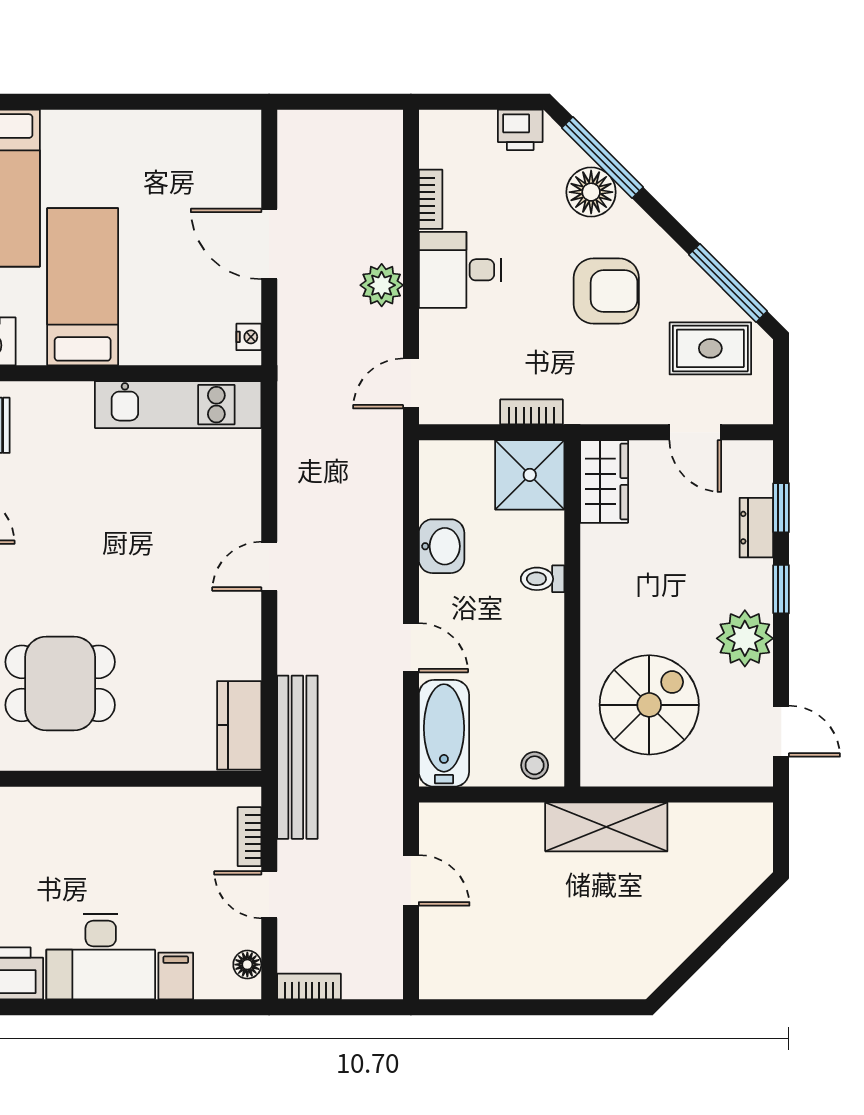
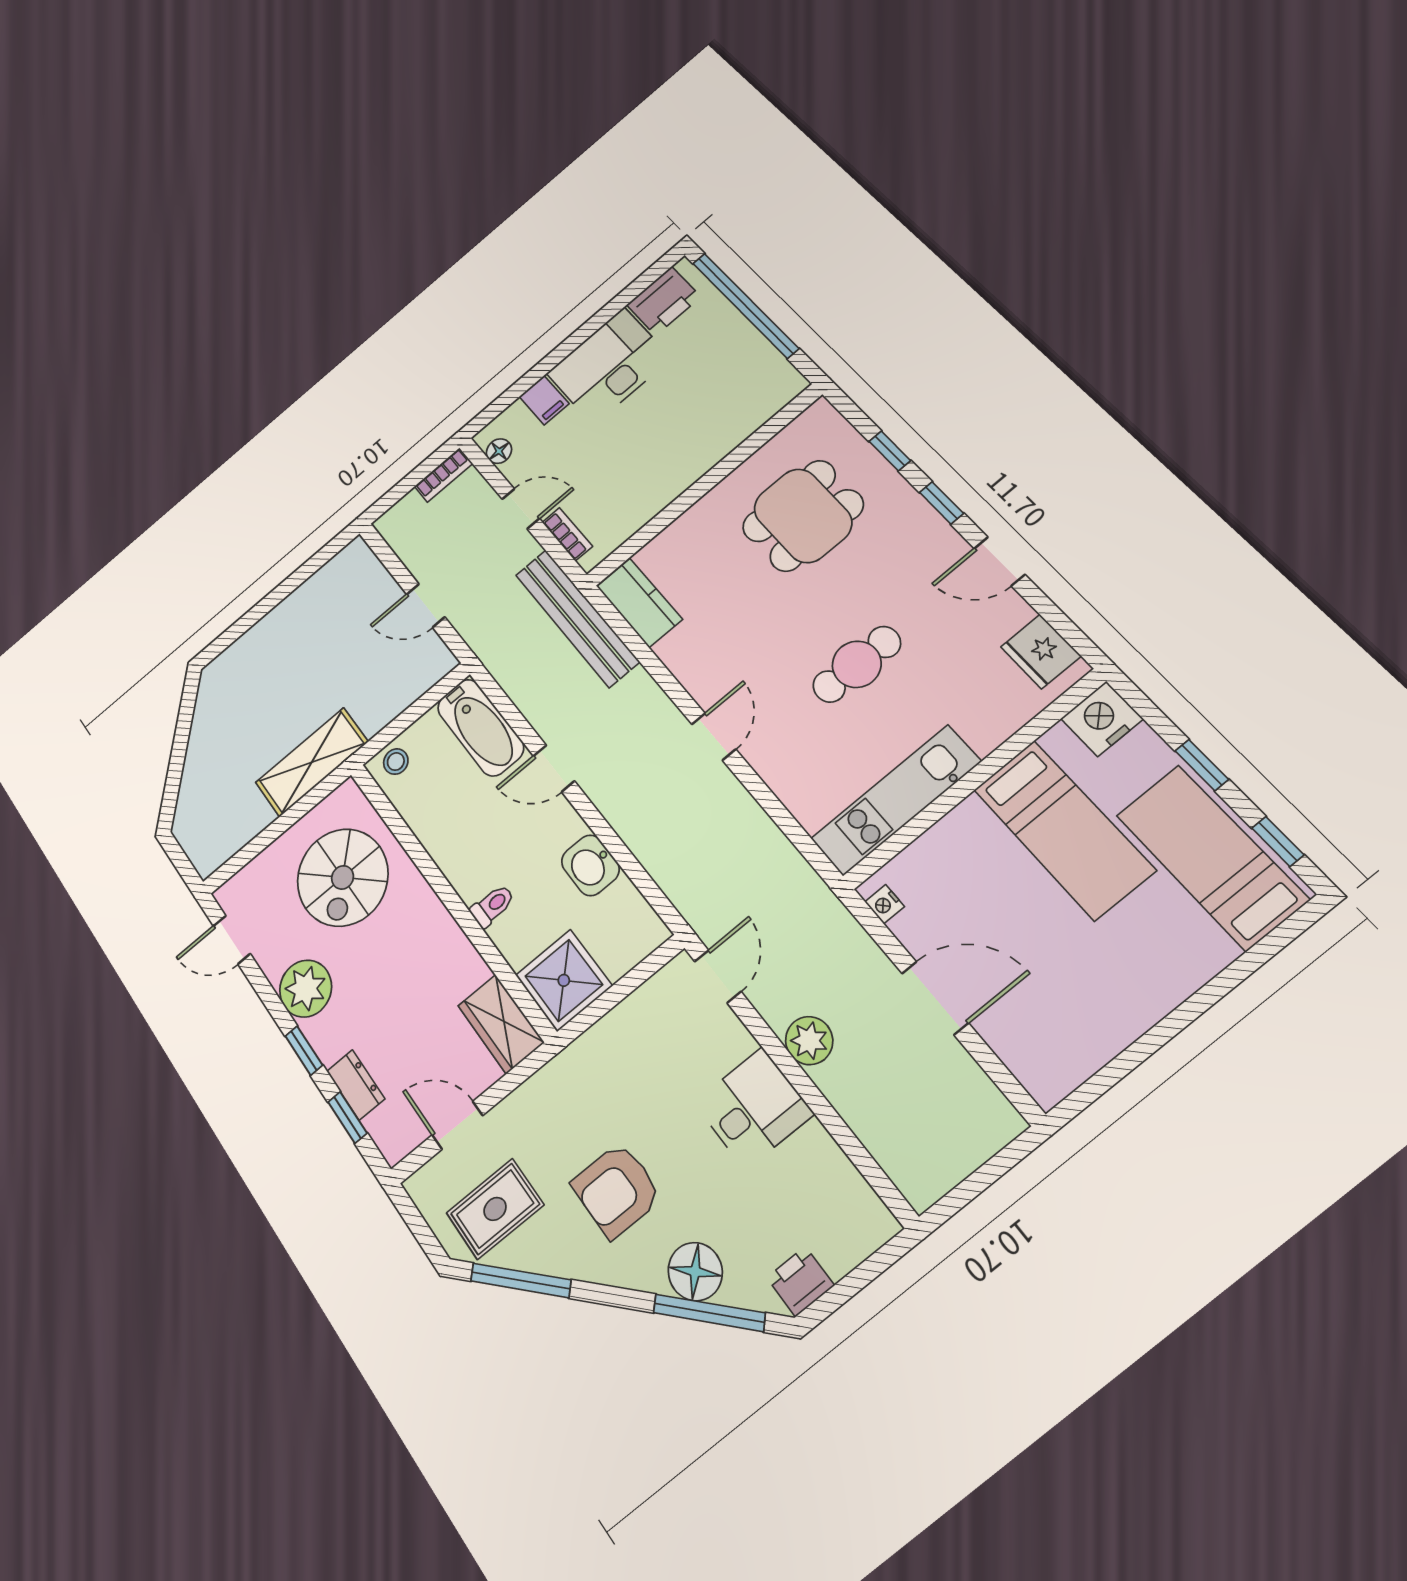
bookcase: (431, 199) -> (828, 1152), removed
bookcase: (531, 412) -> (601, 1034), removed
cafe table: (120, 530) -> (857, 664), added

